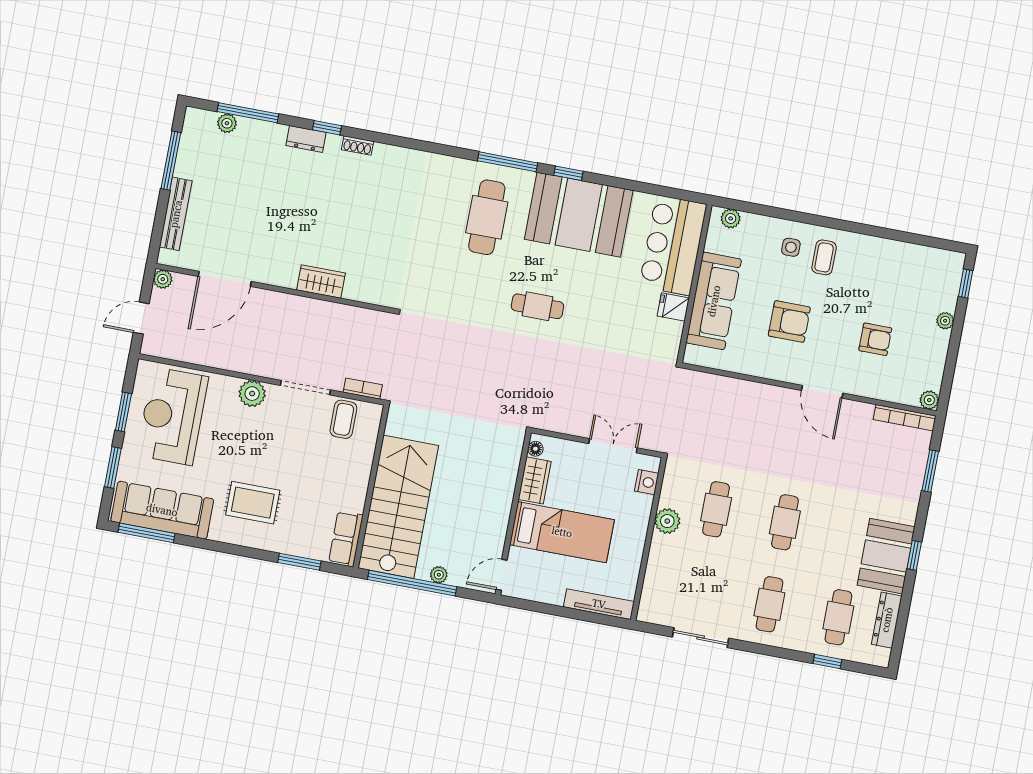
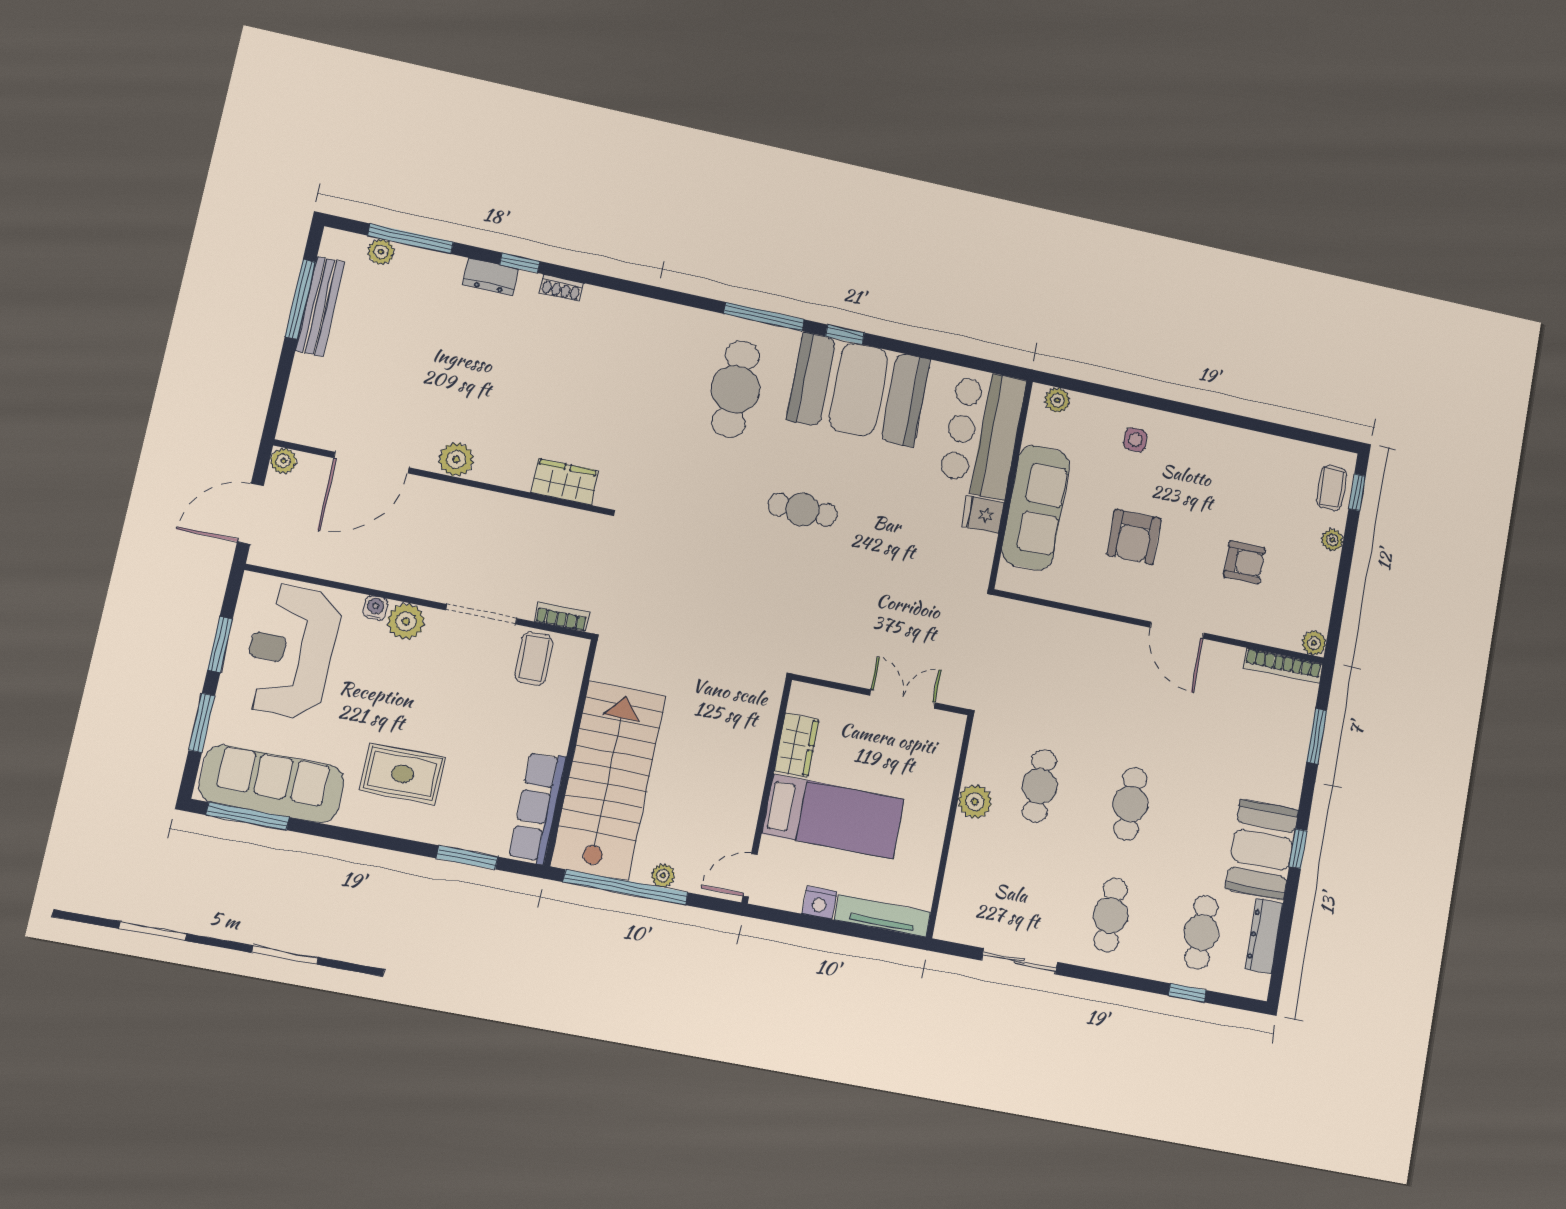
bench: (176, 214) -> (320, 306), moved
coffee table: (824, 257) -> (1332, 488), moved
plant: (285, 275) -> (456, 459), added
wardrobe: (321, 282) -> (565, 482), moved
door: (141, 318) -> (250, 514), width x1.38
armchair: (789, 322) -> (1134, 537), turned 90
water cooler: (230, 384) -> (375, 608), added
floor lamp: (535, 449) -> (798, 702), removed
nightstand: (647, 482) -> (819, 903), moved, turned 90
row of seats: (346, 539) -> (537, 807), width x1.48

